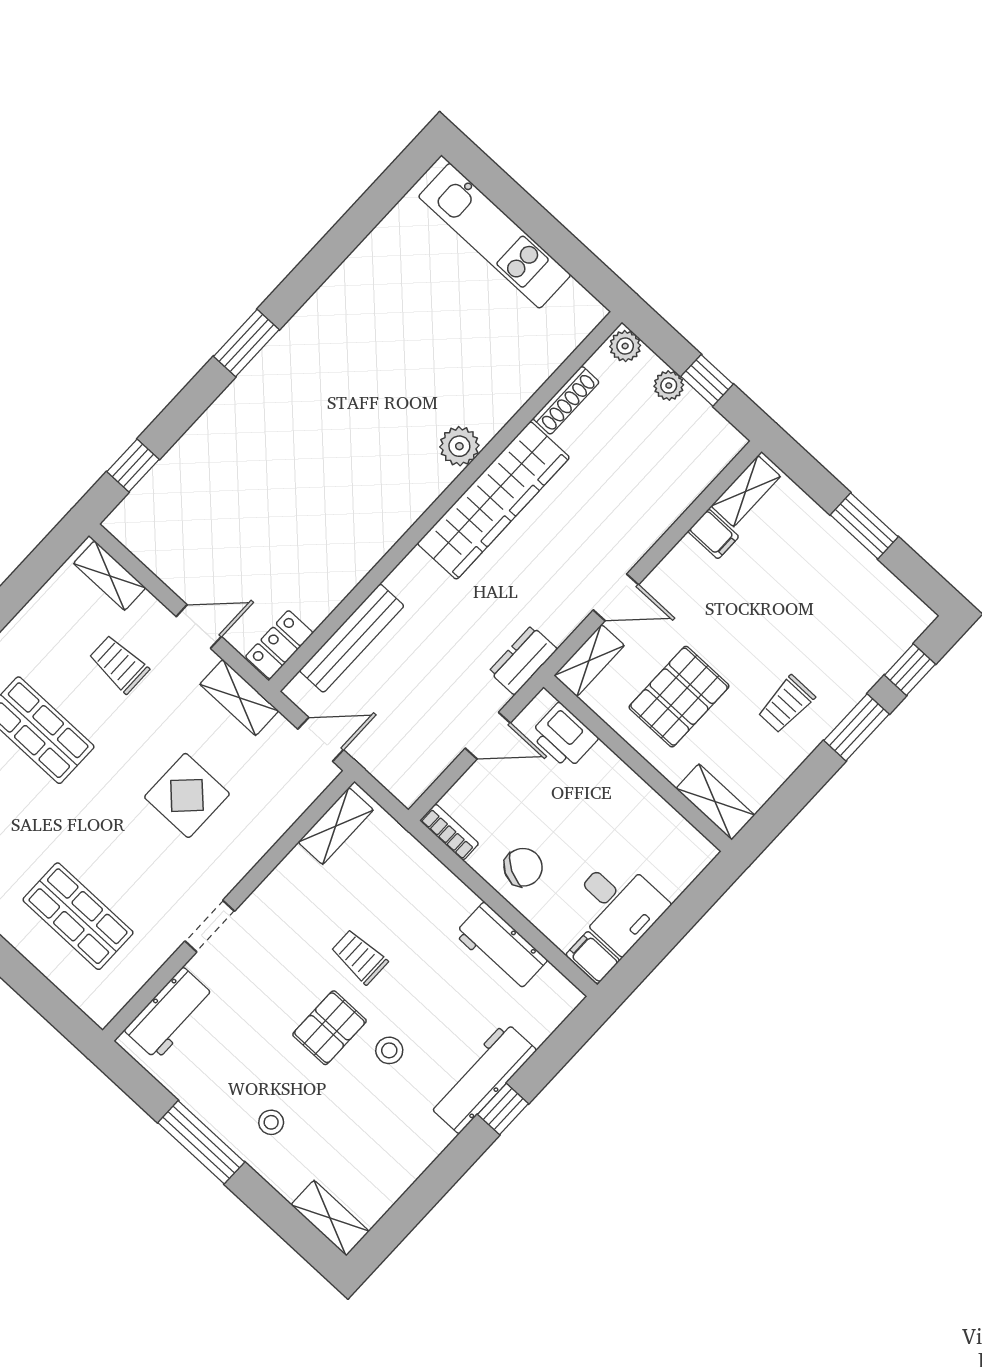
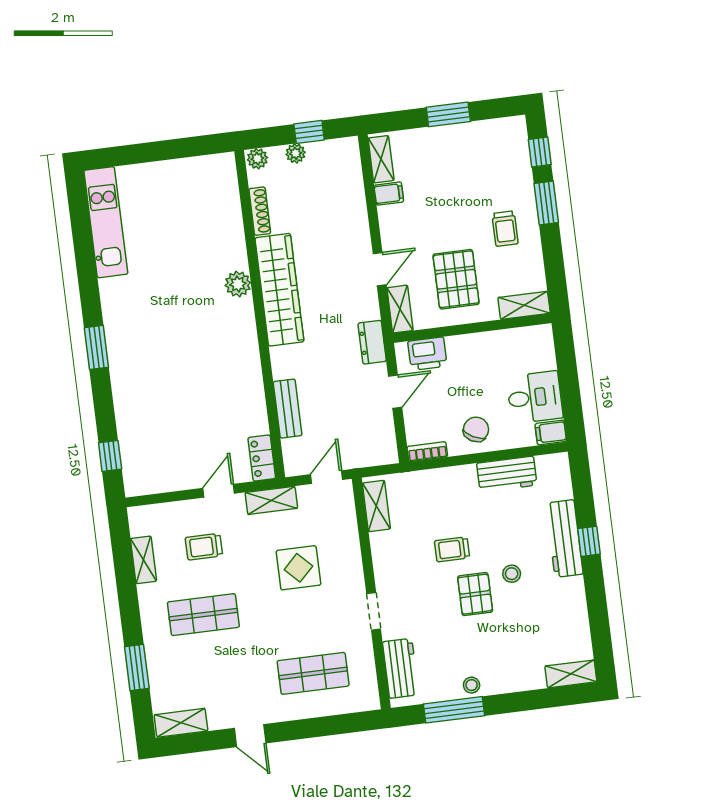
kitchen unit: (495, 236) -> (106, 222), moved, turned -90
shelving: (110, 576) -> (143, 560), moved, turned 90
bench: (352, 638) -> (288, 409), width x0.73
stool: (271, 1122) -> (472, 685), moved
window: (201, 1142) -> (454, 710), moved

